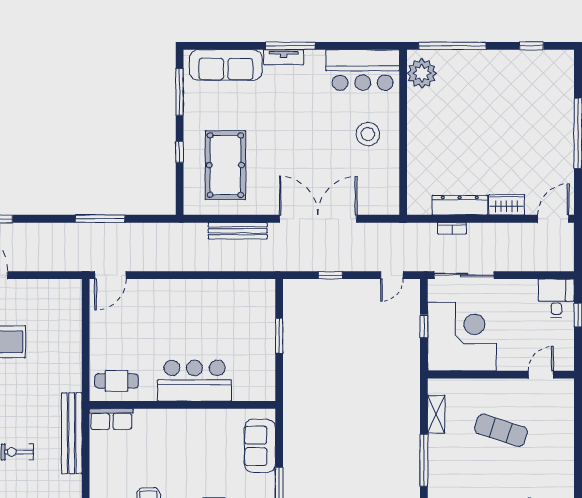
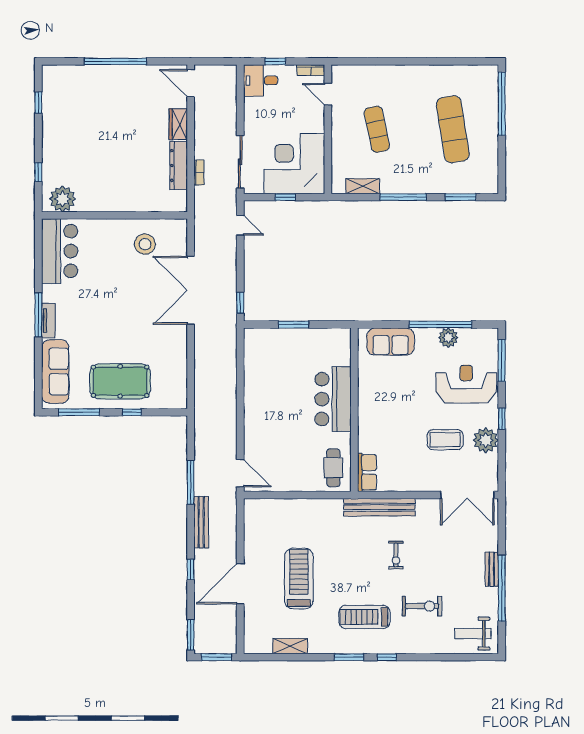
window: (452, 46) -> (38, 172), width x0.32
stool: (368, 134) -> (145, 244), moved
pool table: (225, 165) -> (120, 381), moved
bench: (238, 231) -> (201, 522), moved
window: (330, 275) -> (240, 303), moved
bookcase: (568, 355) -> (311, 70), added
exercise mat: (501, 430) -> (377, 129), turned -30

